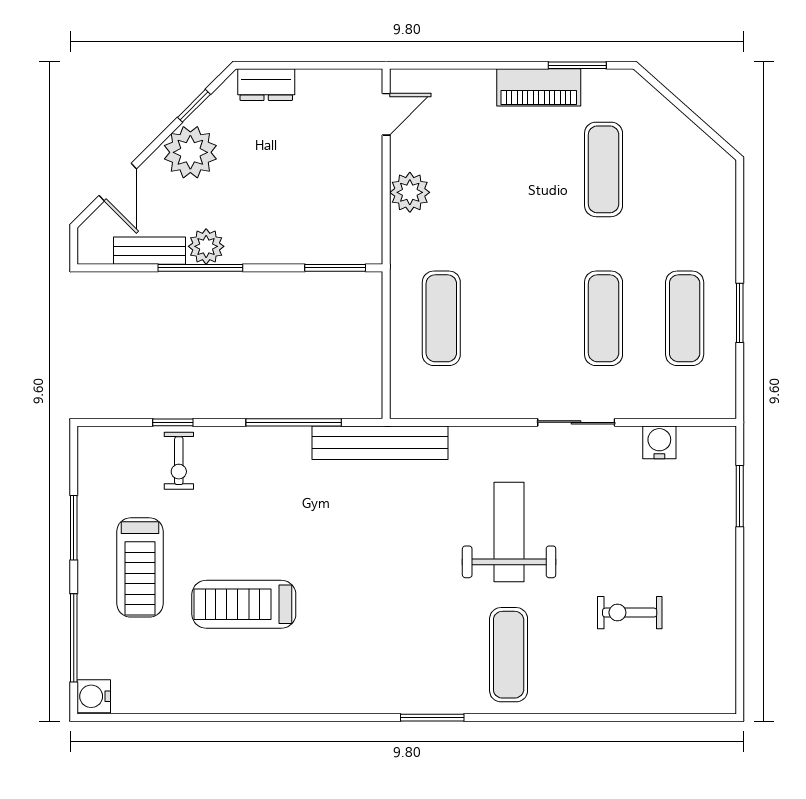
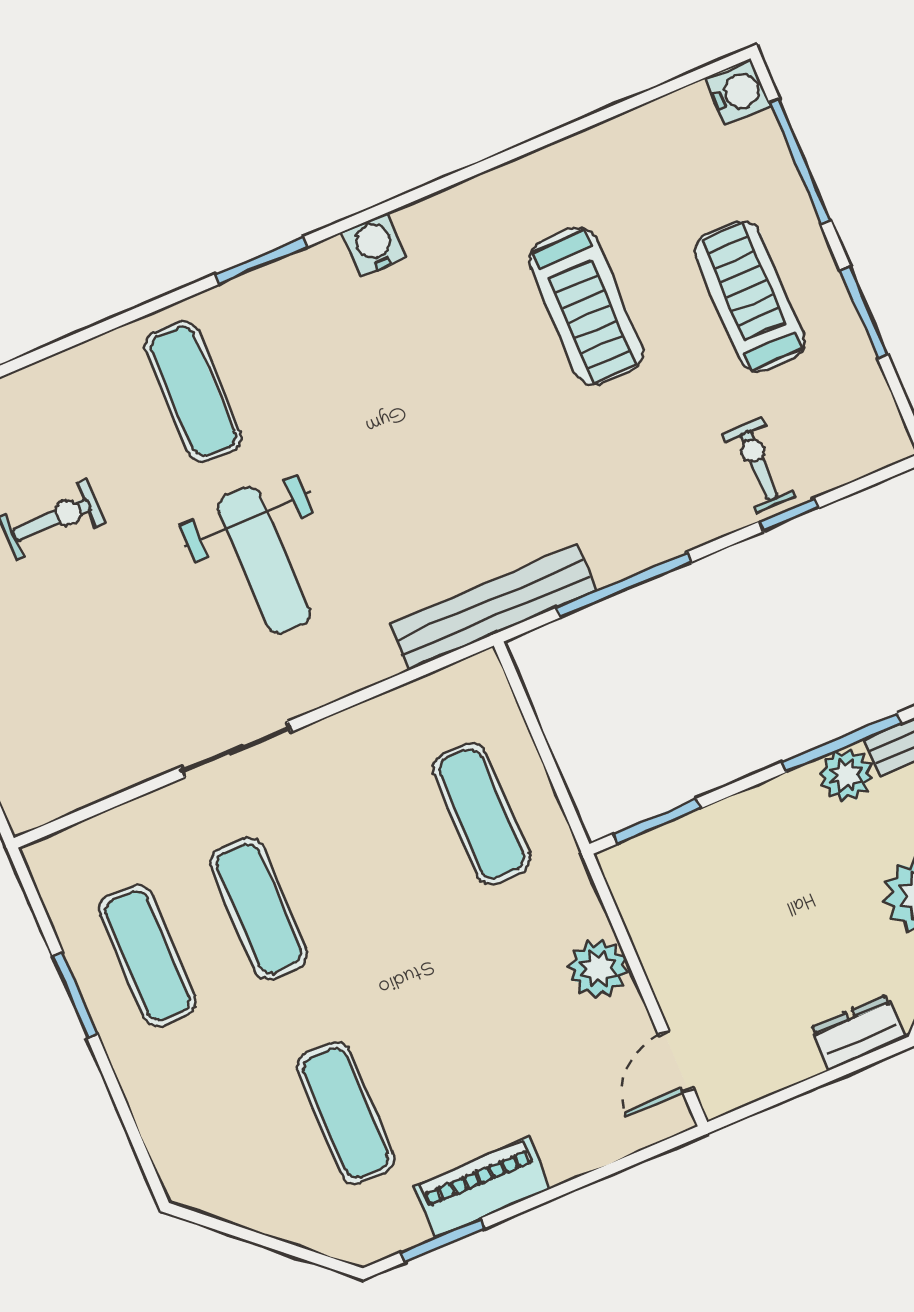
water cooler: (659, 442) -> (374, 245), moved, turned 180
treadmill: (244, 604) -> (586, 306), turned 90

